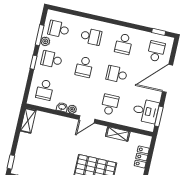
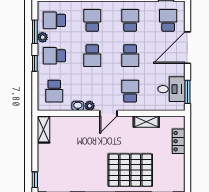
school desk: (91, 37) -> (92, 20), turned -90
school desk: (124, 44) -> (130, 20), turned 180
school desk: (117, 74) -> (130, 56), turned -90

